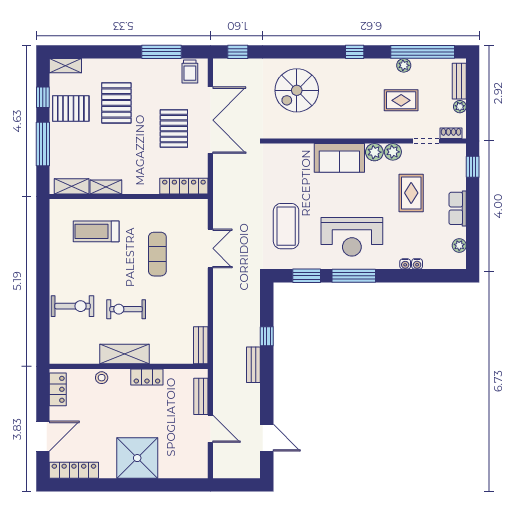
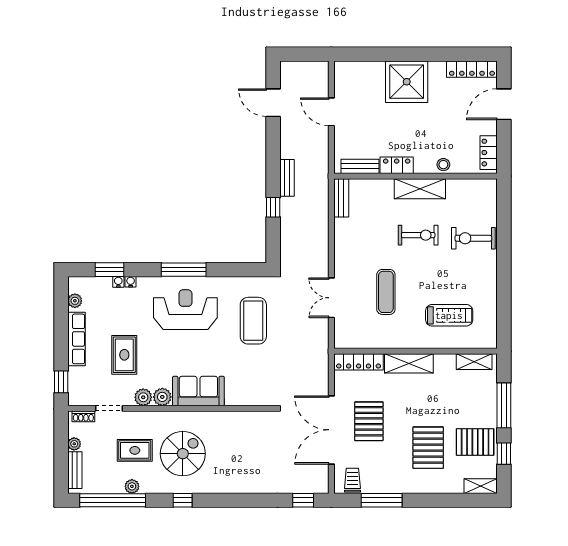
spiral stairs: (297, 90) -> (183, 454), moved
shelving: (106, 187) -> (409, 363), moved, width x1.50, depth x1.33
row of seats: (458, 208) -> (76, 339), width x1.48
window: (307, 276) -> (110, 270), moved
bench: (201, 396) -> (360, 166), moved, turned 90

